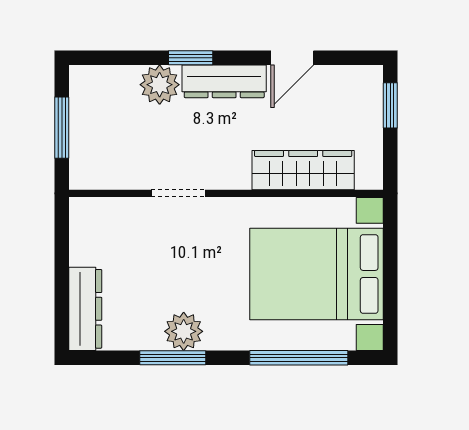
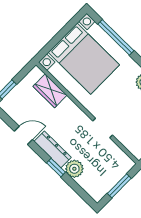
wardrobe: (303, 170) -> (50, 91), width x0.67

